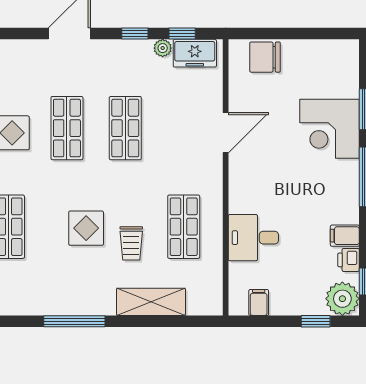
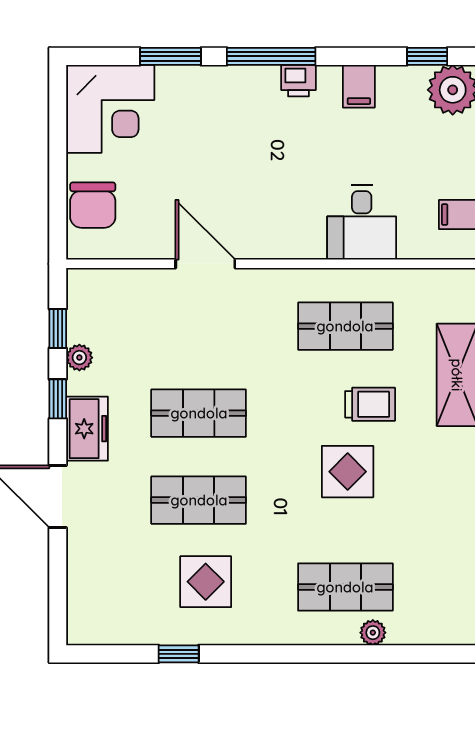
freezer: (195, 53) -> (87, 429), moved
corner desk: (330, 129) -> (110, 109), moved
printer: (349, 260) -> (298, 81), moved

